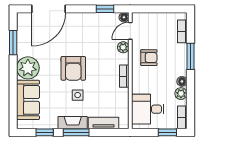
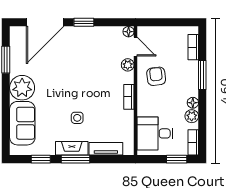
window: (105, 9) -> (84, 22), moved
door: (130, 31) -> (135, 47), swing flipped
armchair: (149, 58) -> (156, 76), turned -97
armchair: (73, 68) -> (72, 88), removed

